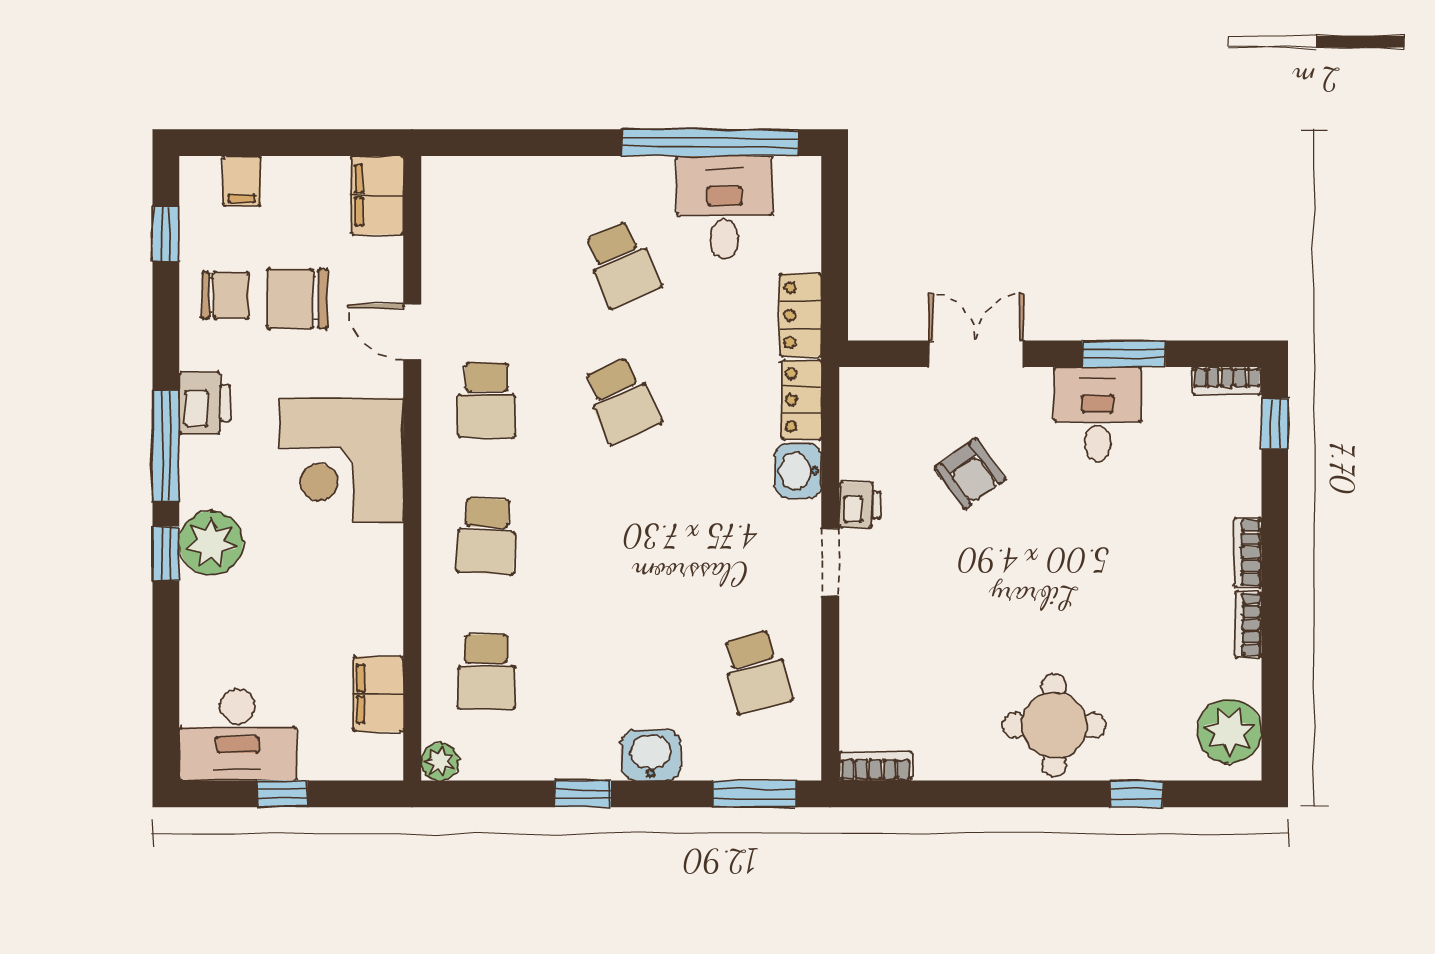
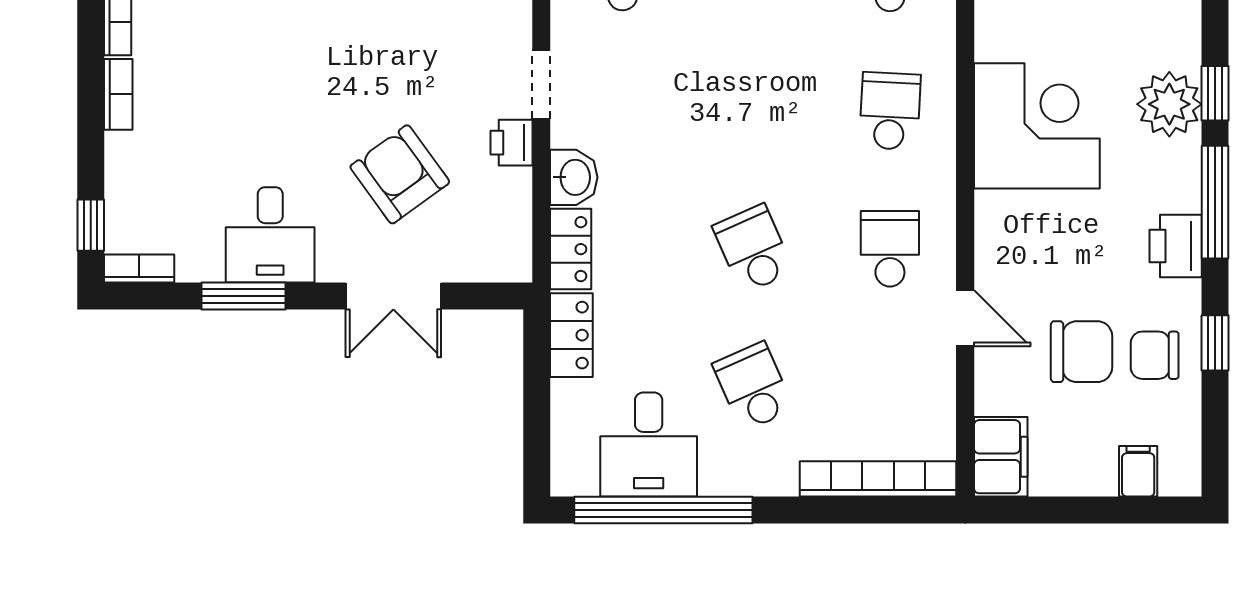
bookcase: (498, 173) -> (878, 479), added
window: (166, 234) -> (1215, 343), moved
corner desk: (342, 460) -> (1037, 126), moved
armchair: (970, 474) -> (400, 174), width x1.38, depth x1.38

